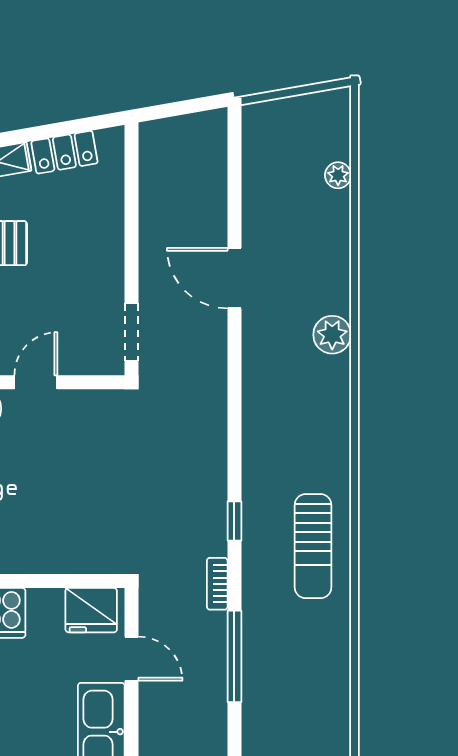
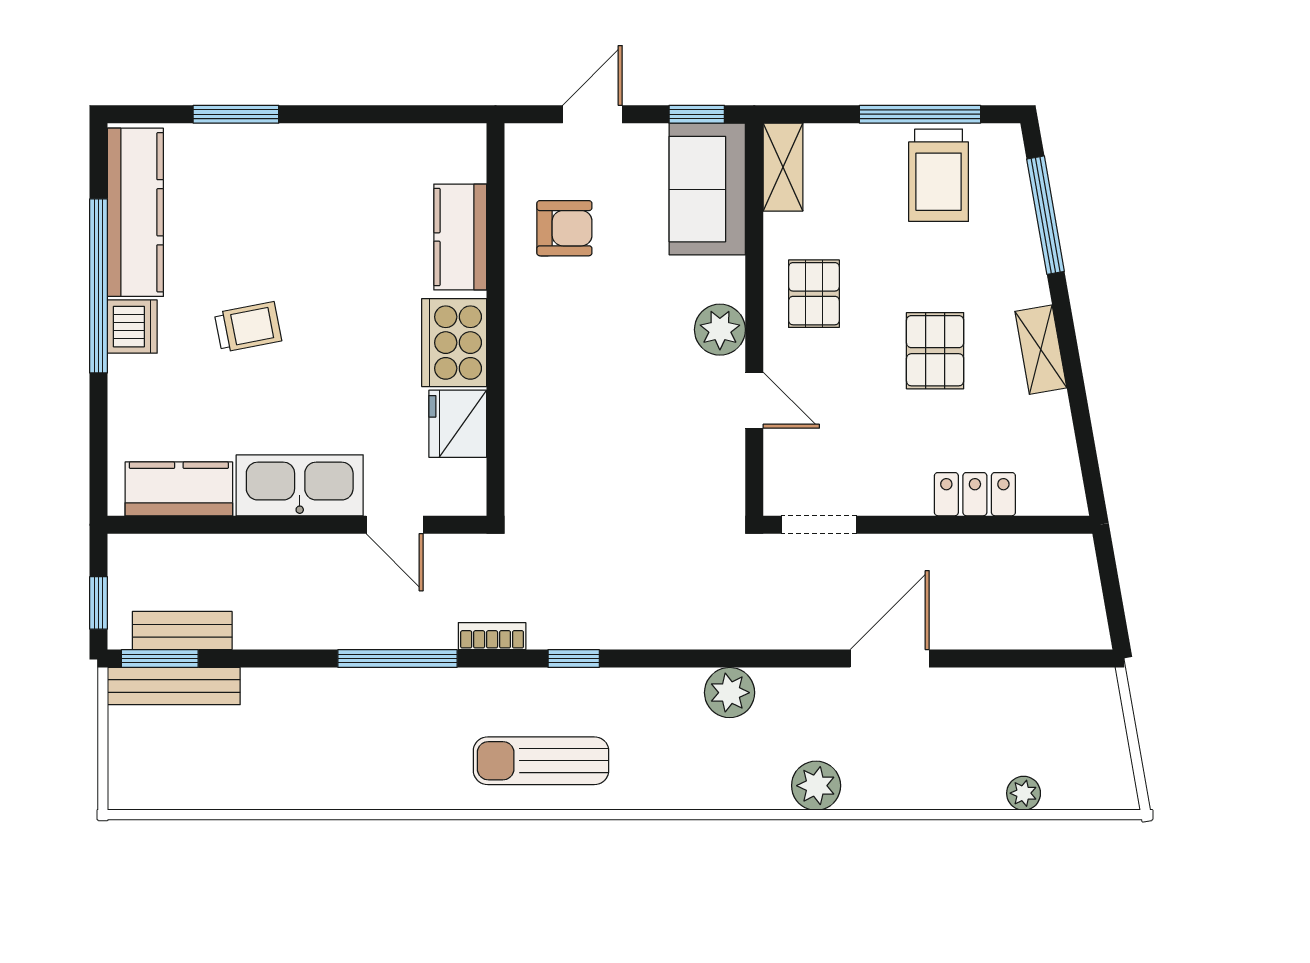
locker: (64, 152) -> (975, 494), moved, turned 100
plant: (261, 401) -> (730, 693), added
fridge: (91, 610) -> (458, 424), moved
door: (132, 659) -> (395, 525), hinge flipped

